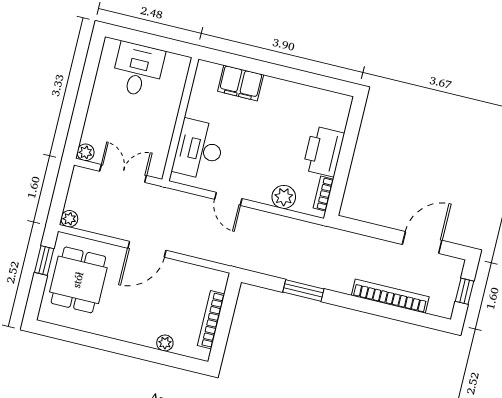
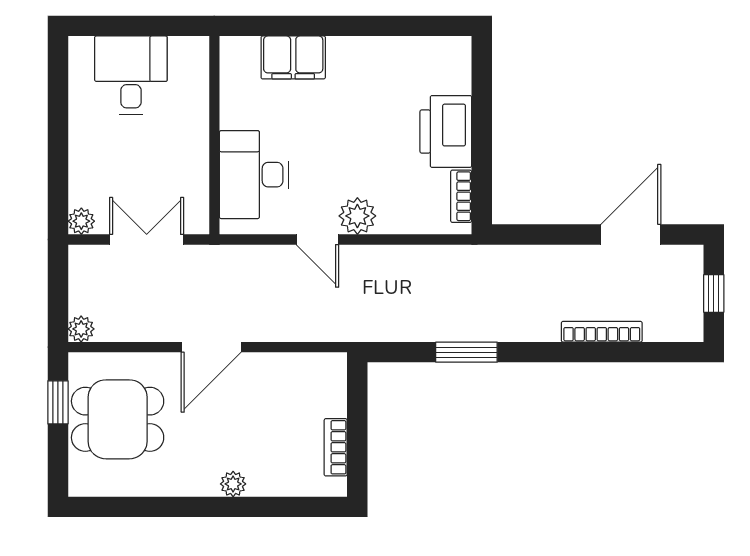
plant: (284, 197) -> (357, 216), moved
dining table: (78, 280) -> (118, 419), turned 90
bookcase: (390, 296) -> (602, 332), width x0.68, depth x0.76
bookcase: (211, 320) -> (336, 447), width x0.64
plant: (165, 343) -> (233, 484), moved

